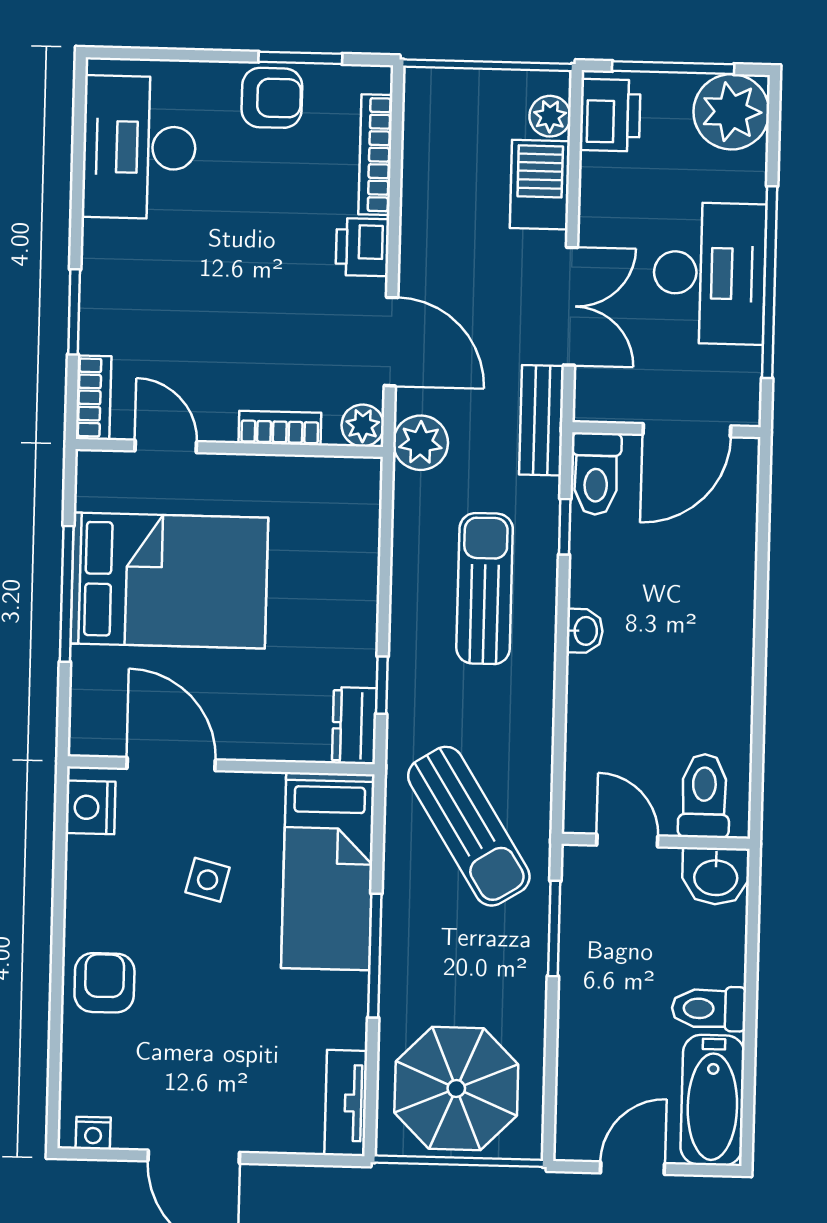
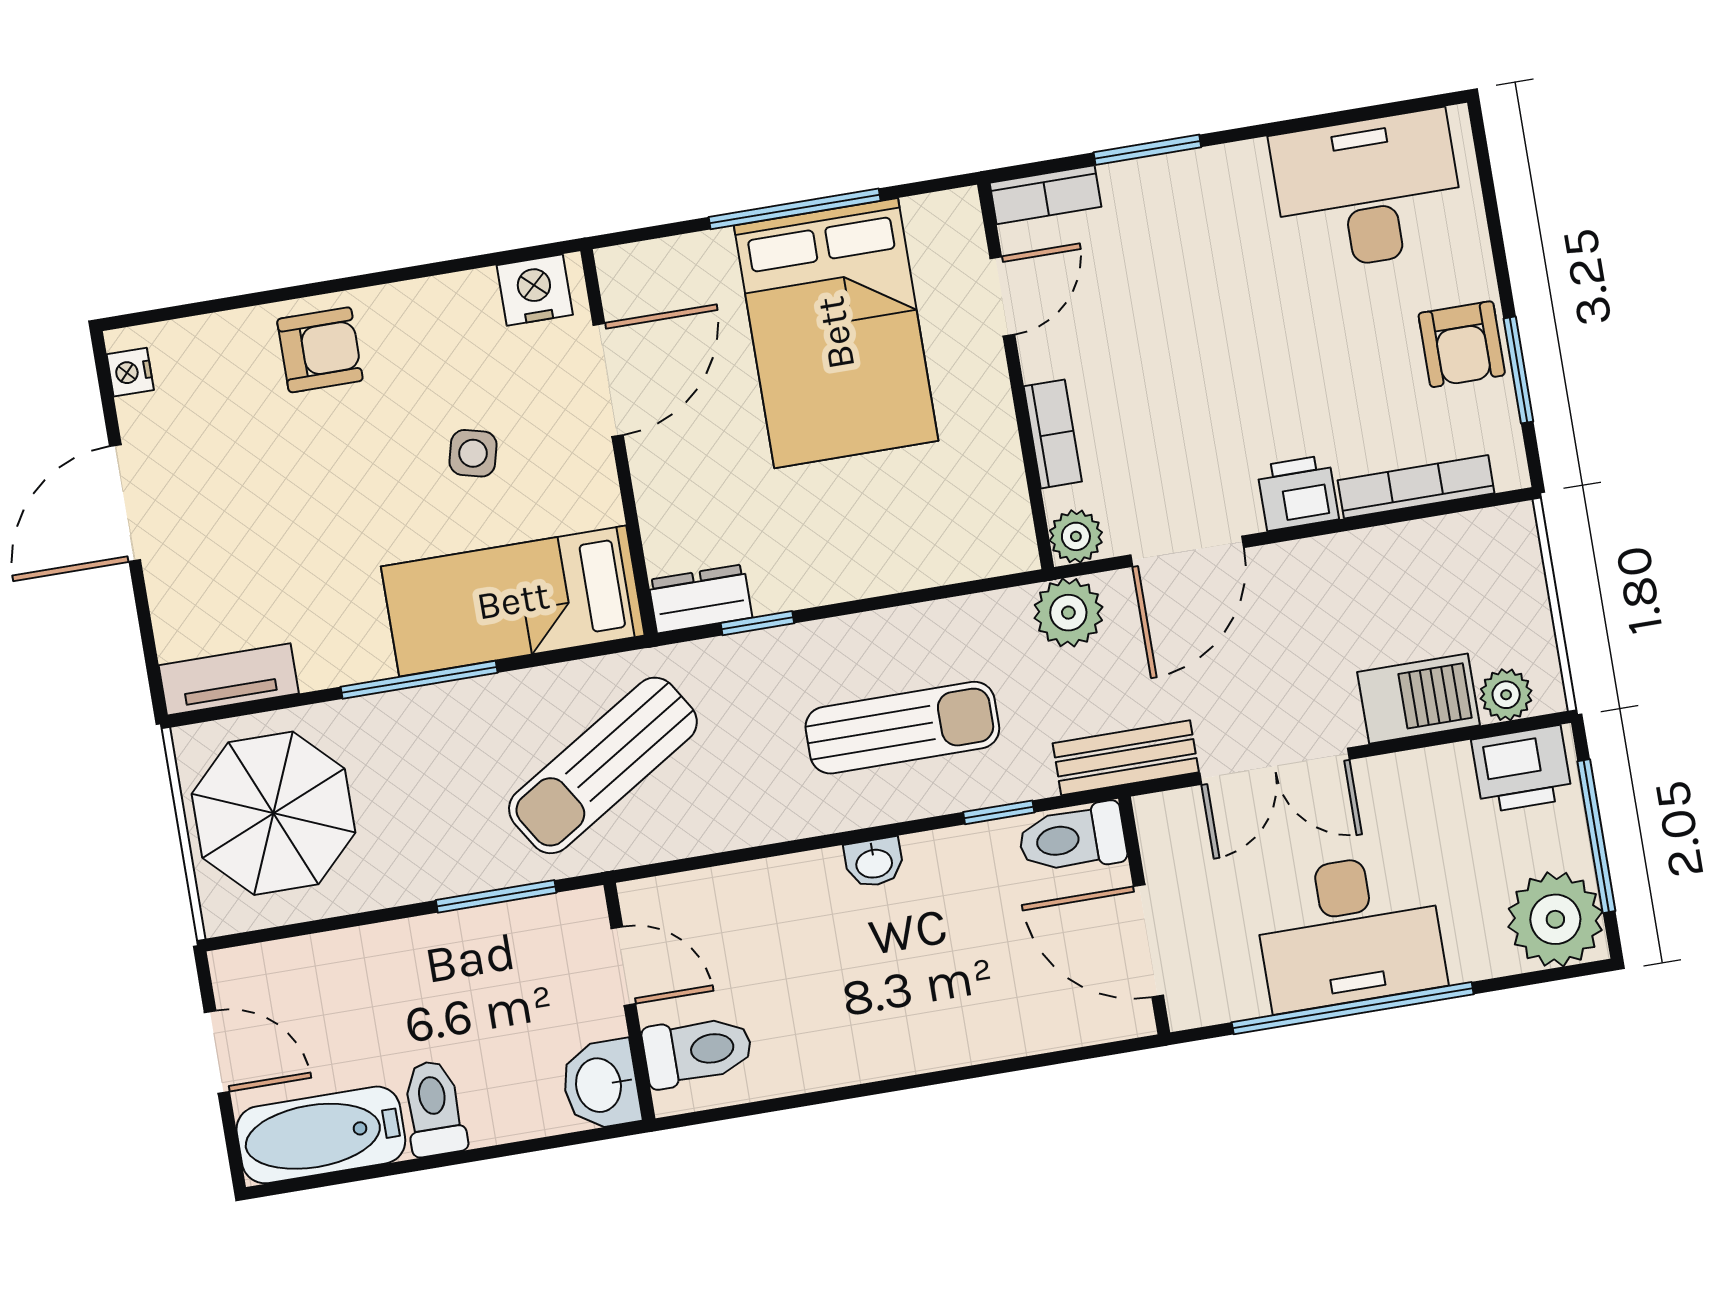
door: (627, 841) -> (623, 966), hinge flipped

